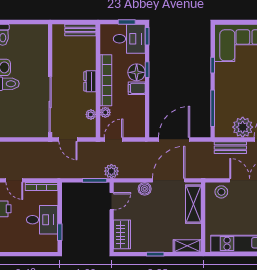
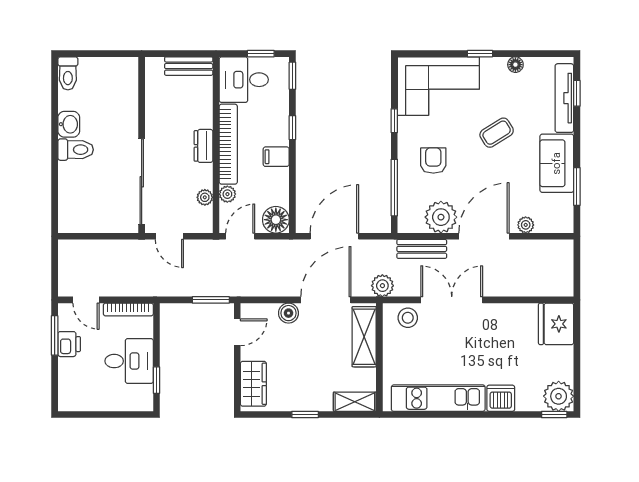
desk: (129, 39) -> (244, 80), moved, turned 180
floor lamp: (137, 72) -> (276, 220), moved
armchair: (238, 91) -> (433, 161), added
plant: (111, 171) -> (382, 286), moved

